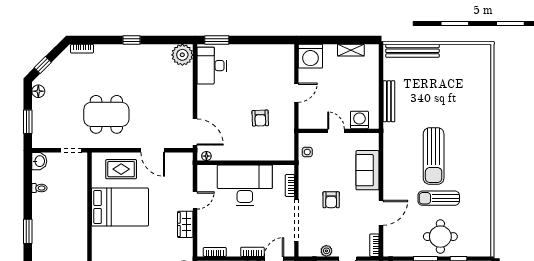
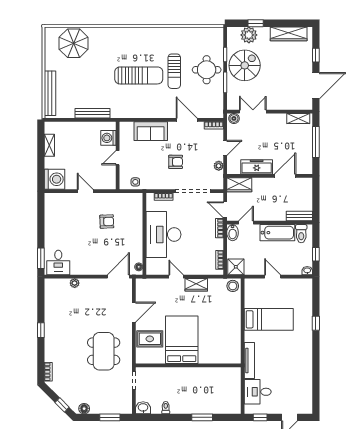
plant: (182, 55) -> (75, 283), moved, width x0.53, depth x0.53
desk: (212, 66) -> (58, 262), width x0.73
parasol: (472, 79) -> (74, 43), added
rug: (121, 169) -> (150, 339), turned 90

